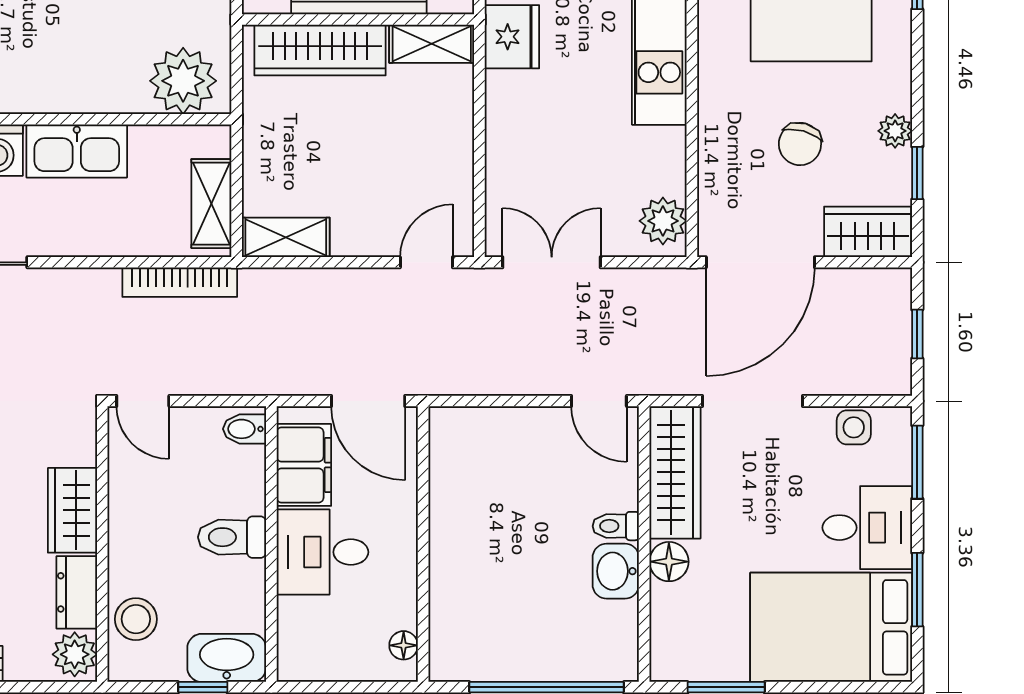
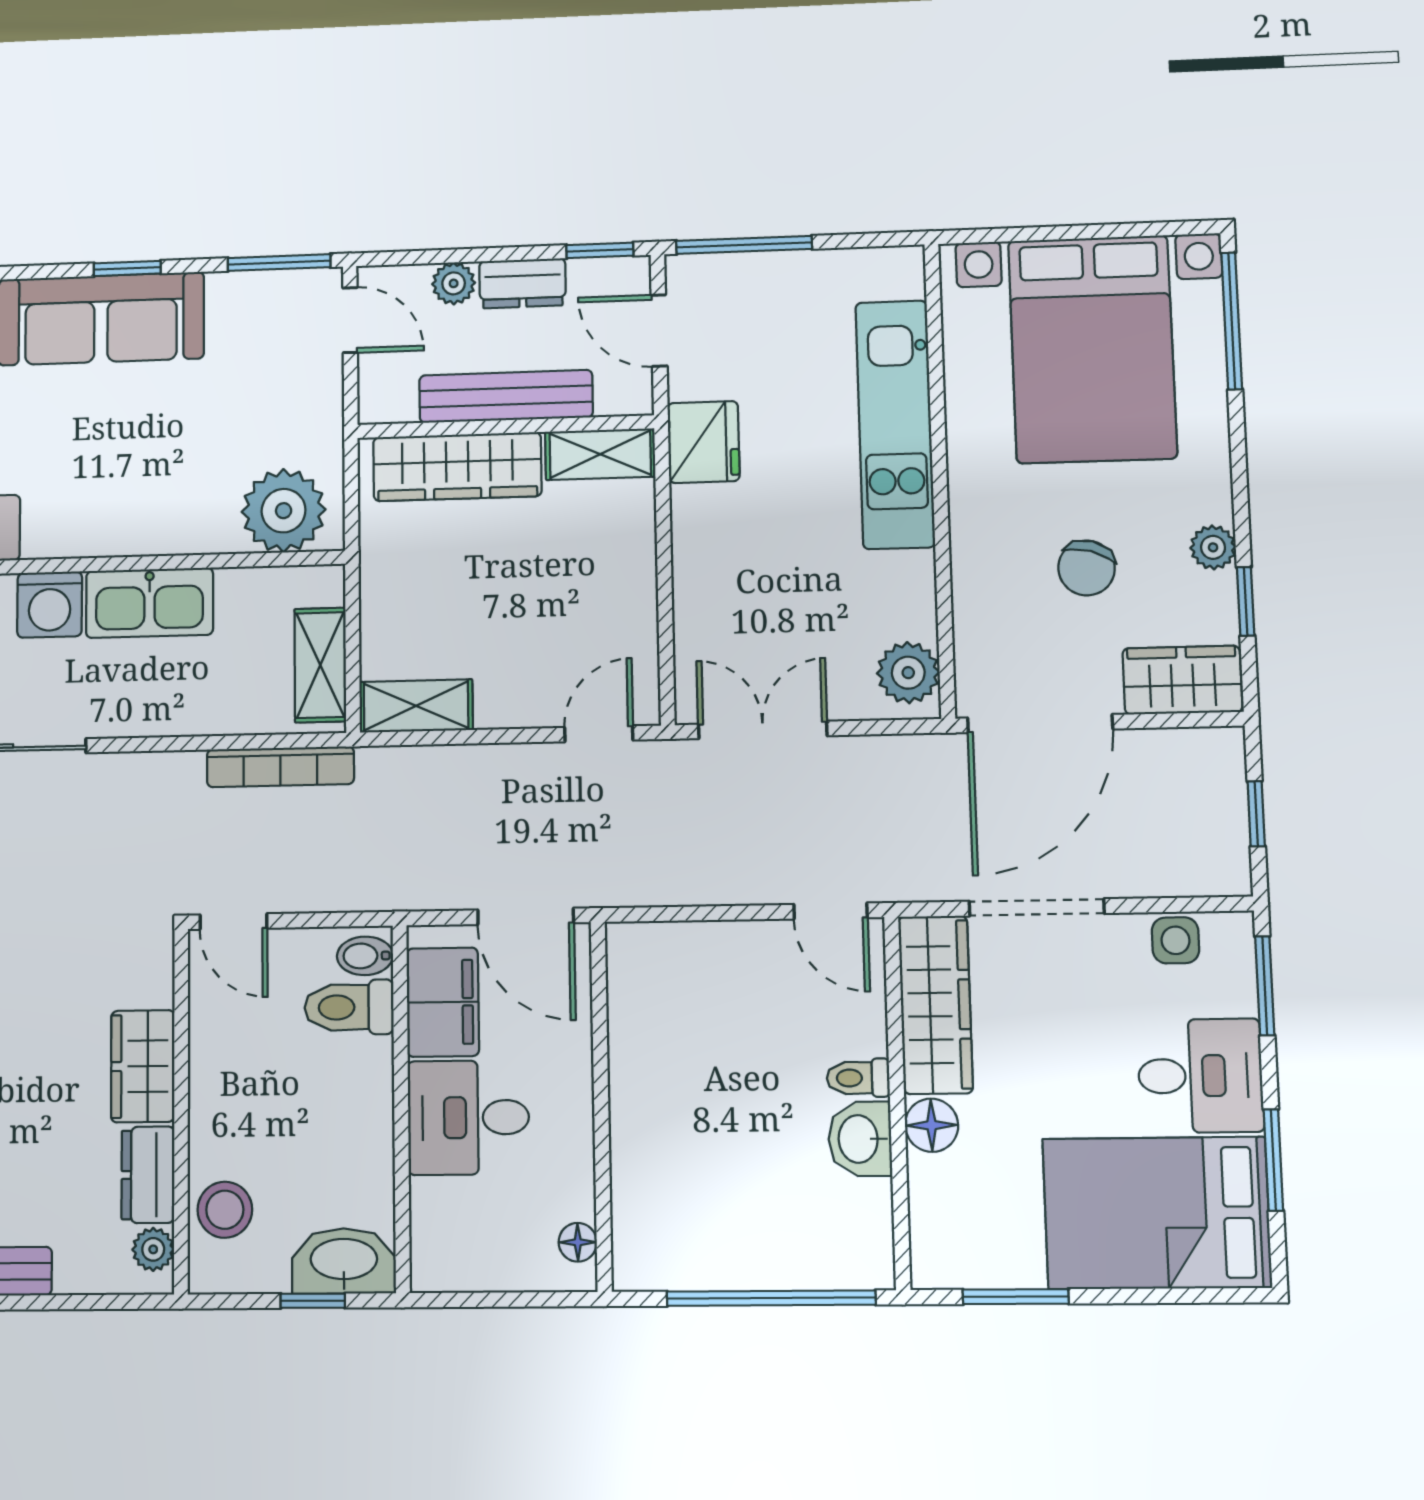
toilet: (232, 537) -> (349, 1007), moved
plant: (75, 654) -> (153, 1249), width x0.73, depth x0.73

